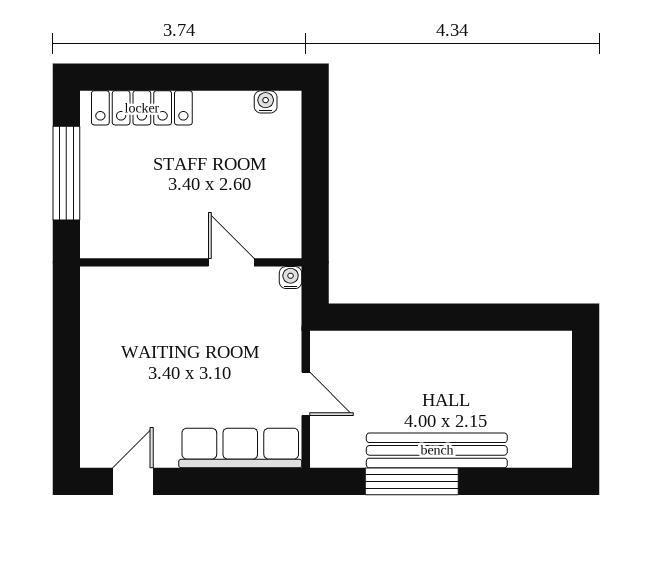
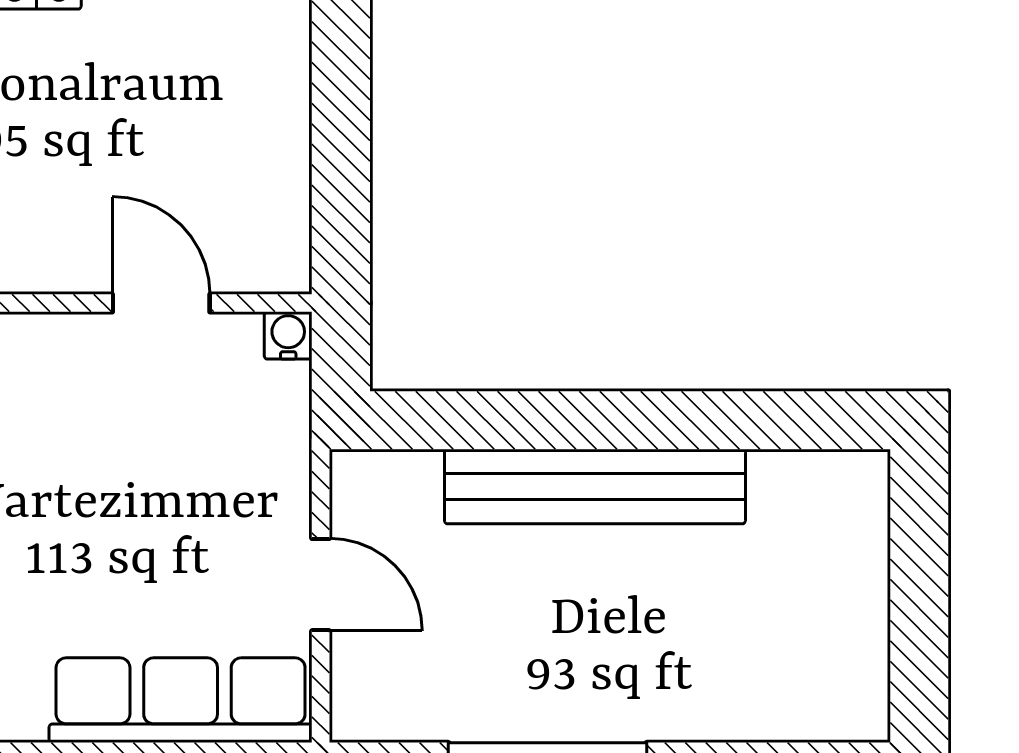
bench: (437, 450) -> (595, 487), moved

